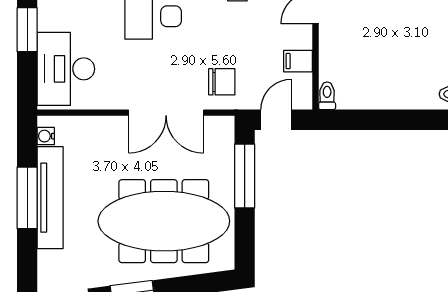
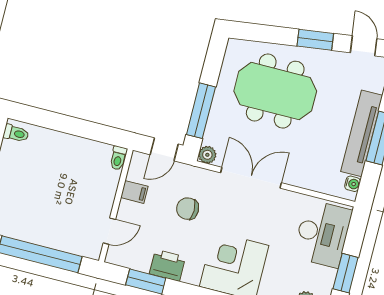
chair: (222, 82) -> (188, 209), moved
plant: (224, 126) -> (207, 155), added
meeting table: (164, 221) -> (275, 91), width x0.73

